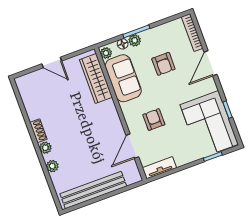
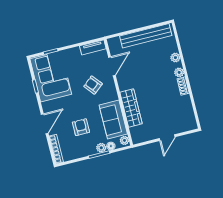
door: (52, 62) -> (167, 138), swing flipped
wardrobe: (96, 78) -> (131, 108), moved
armchair: (154, 120) -> (93, 85), turned 140

